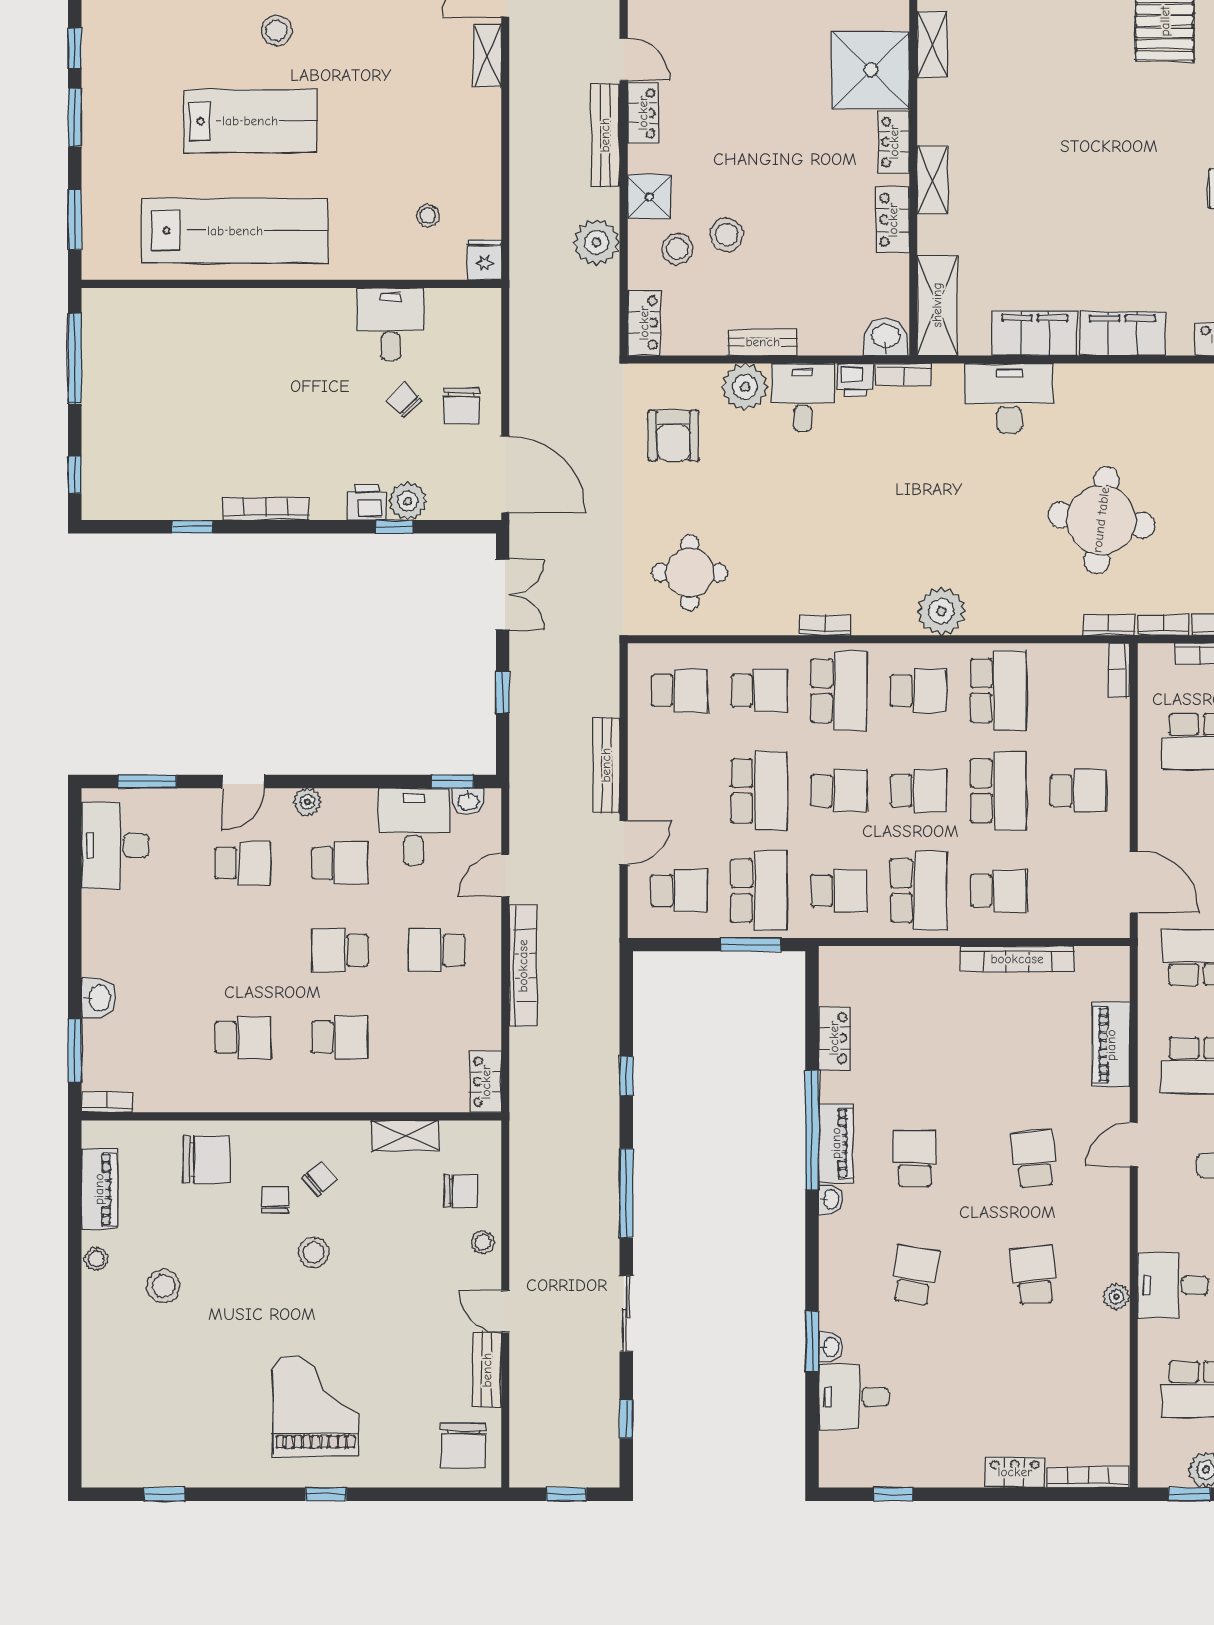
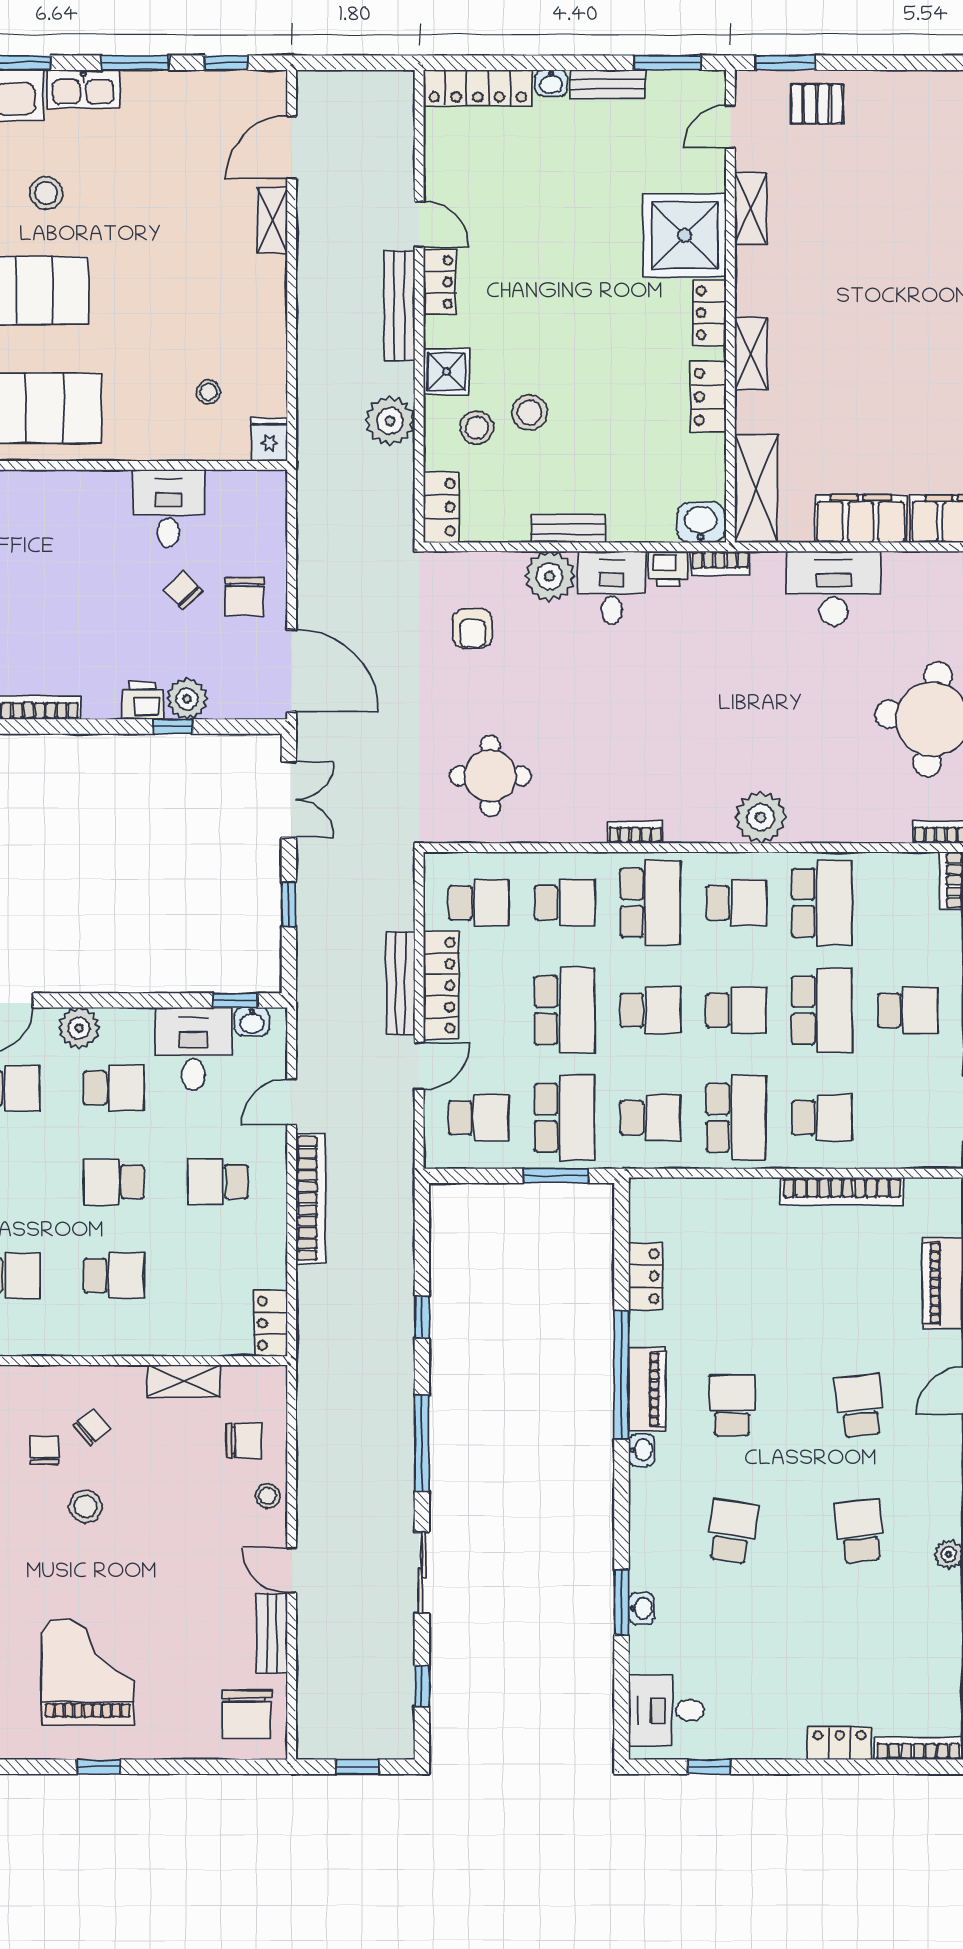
armchair: (673, 436) -> (472, 629), width x0.72, depth x0.72
locker: (644, 767) -> (441, 985), added
plant: (307, 802) -> (79, 1028), width x1.38, depth x1.38
desk: (854, 1397) -> (666, 1710), moved

